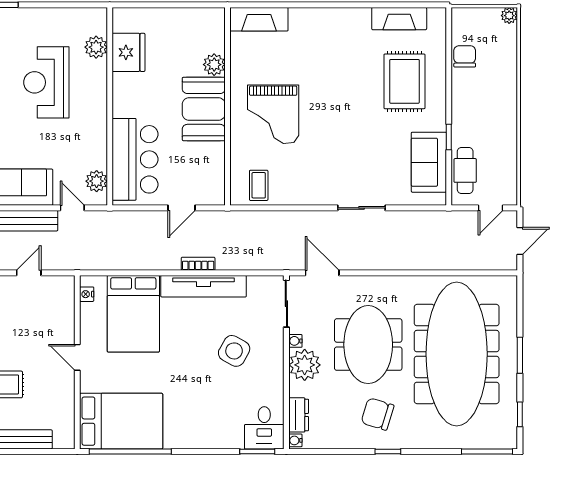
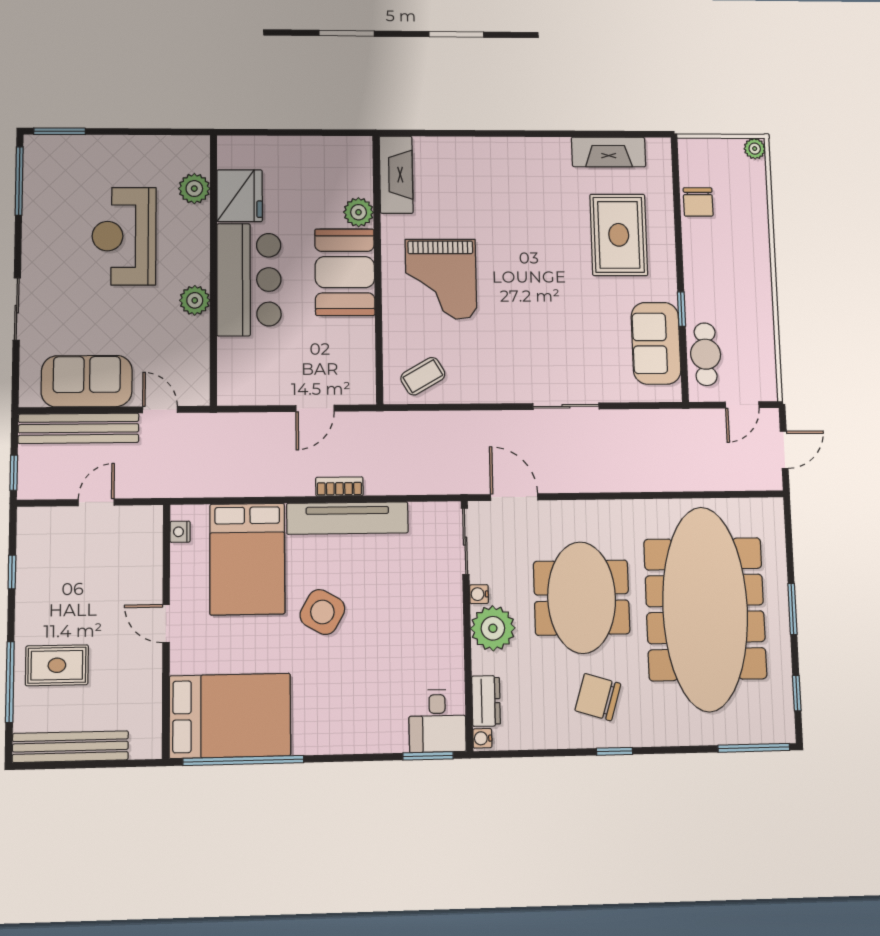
fireplace: (259, 19) -> (396, 175), moved, turned -90
chair: (465, 56) -> (698, 202), turned 180
bar counter: (135, 159) -> (249, 280), moved
plant: (97, 181) -> (195, 300), moved
coffee table: (259, 185) -> (423, 376), turned 60
side table: (234, 351) -> (322, 612), moved

